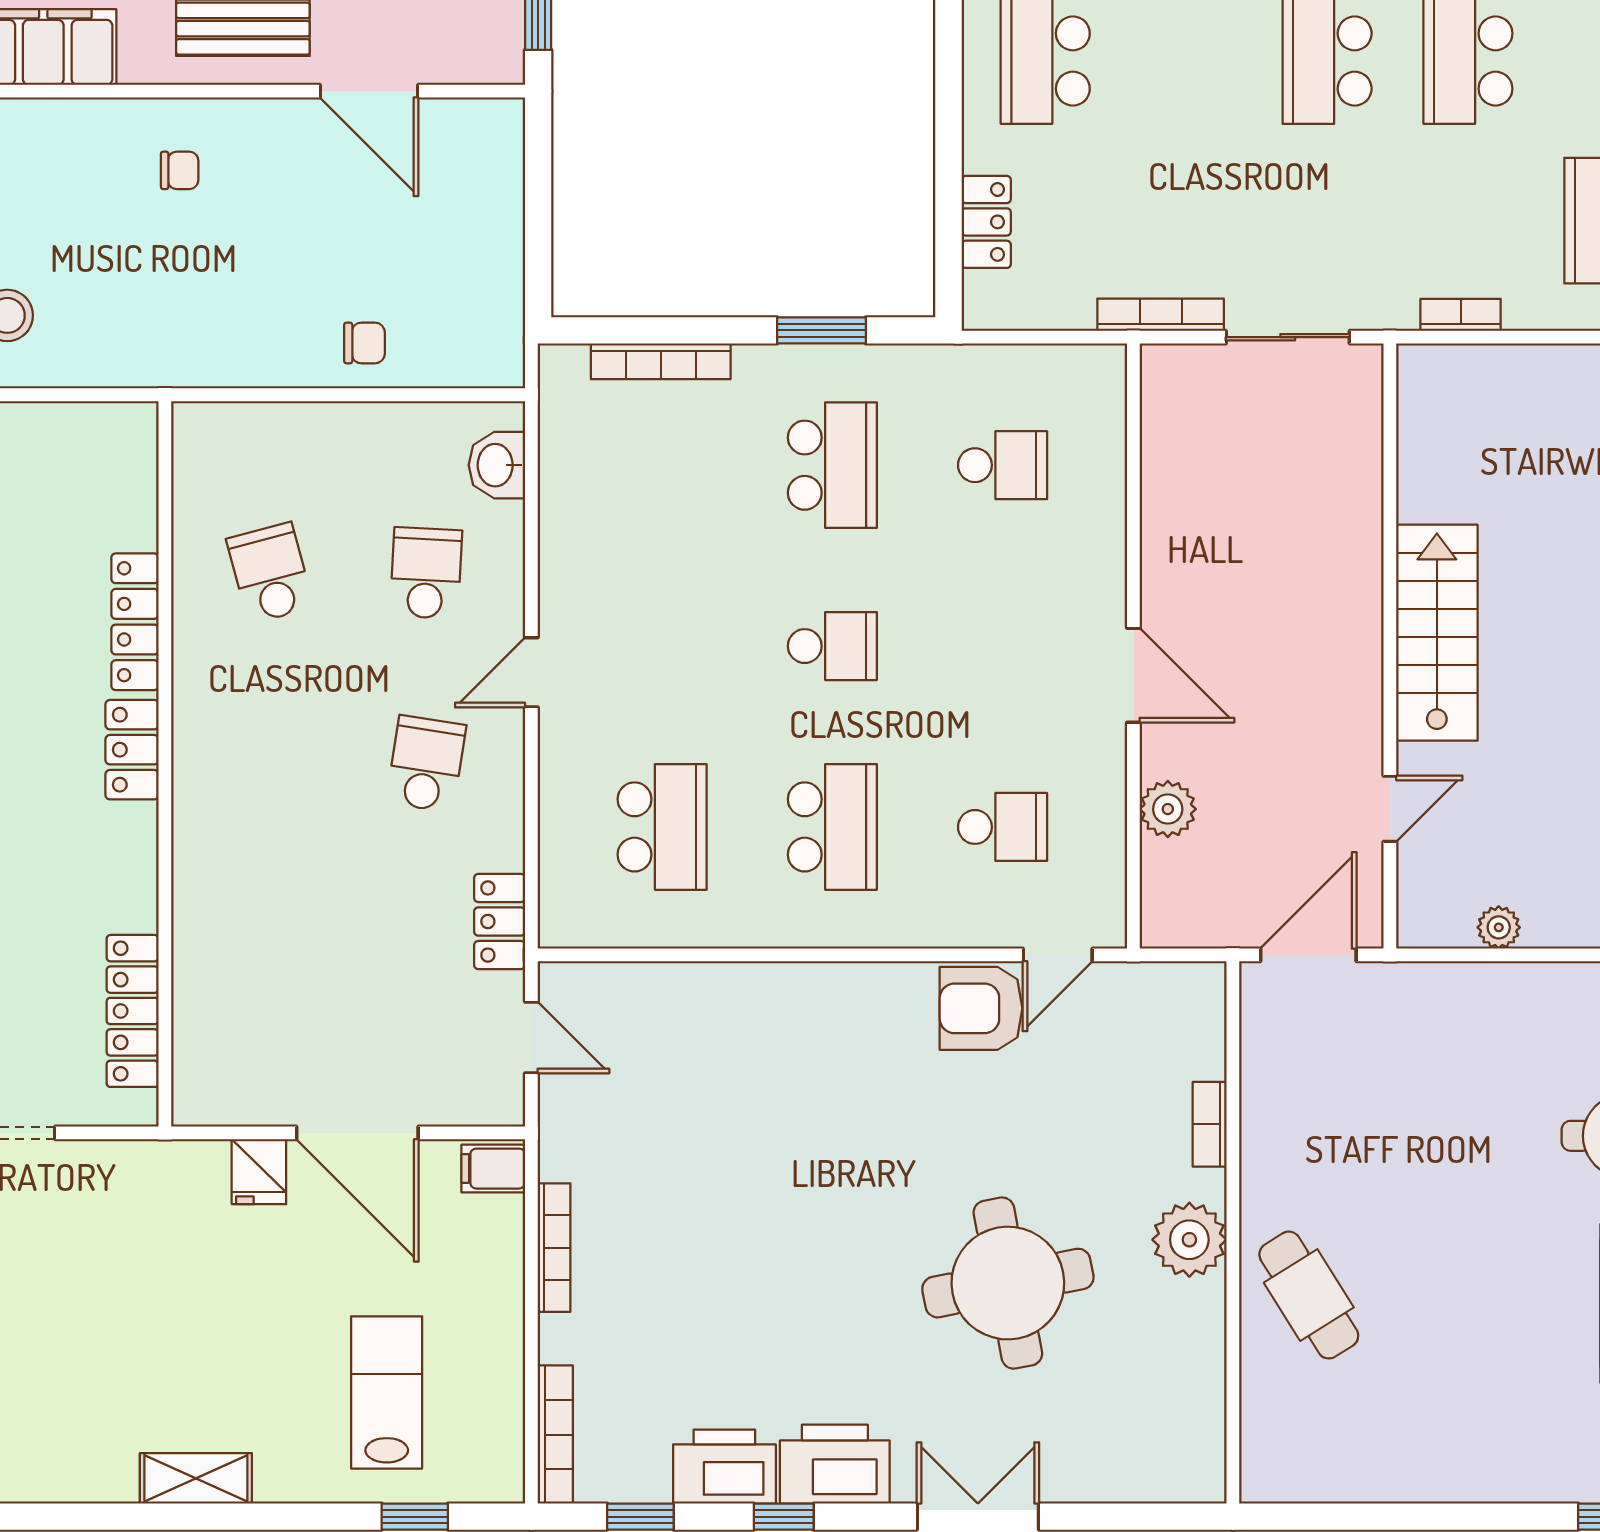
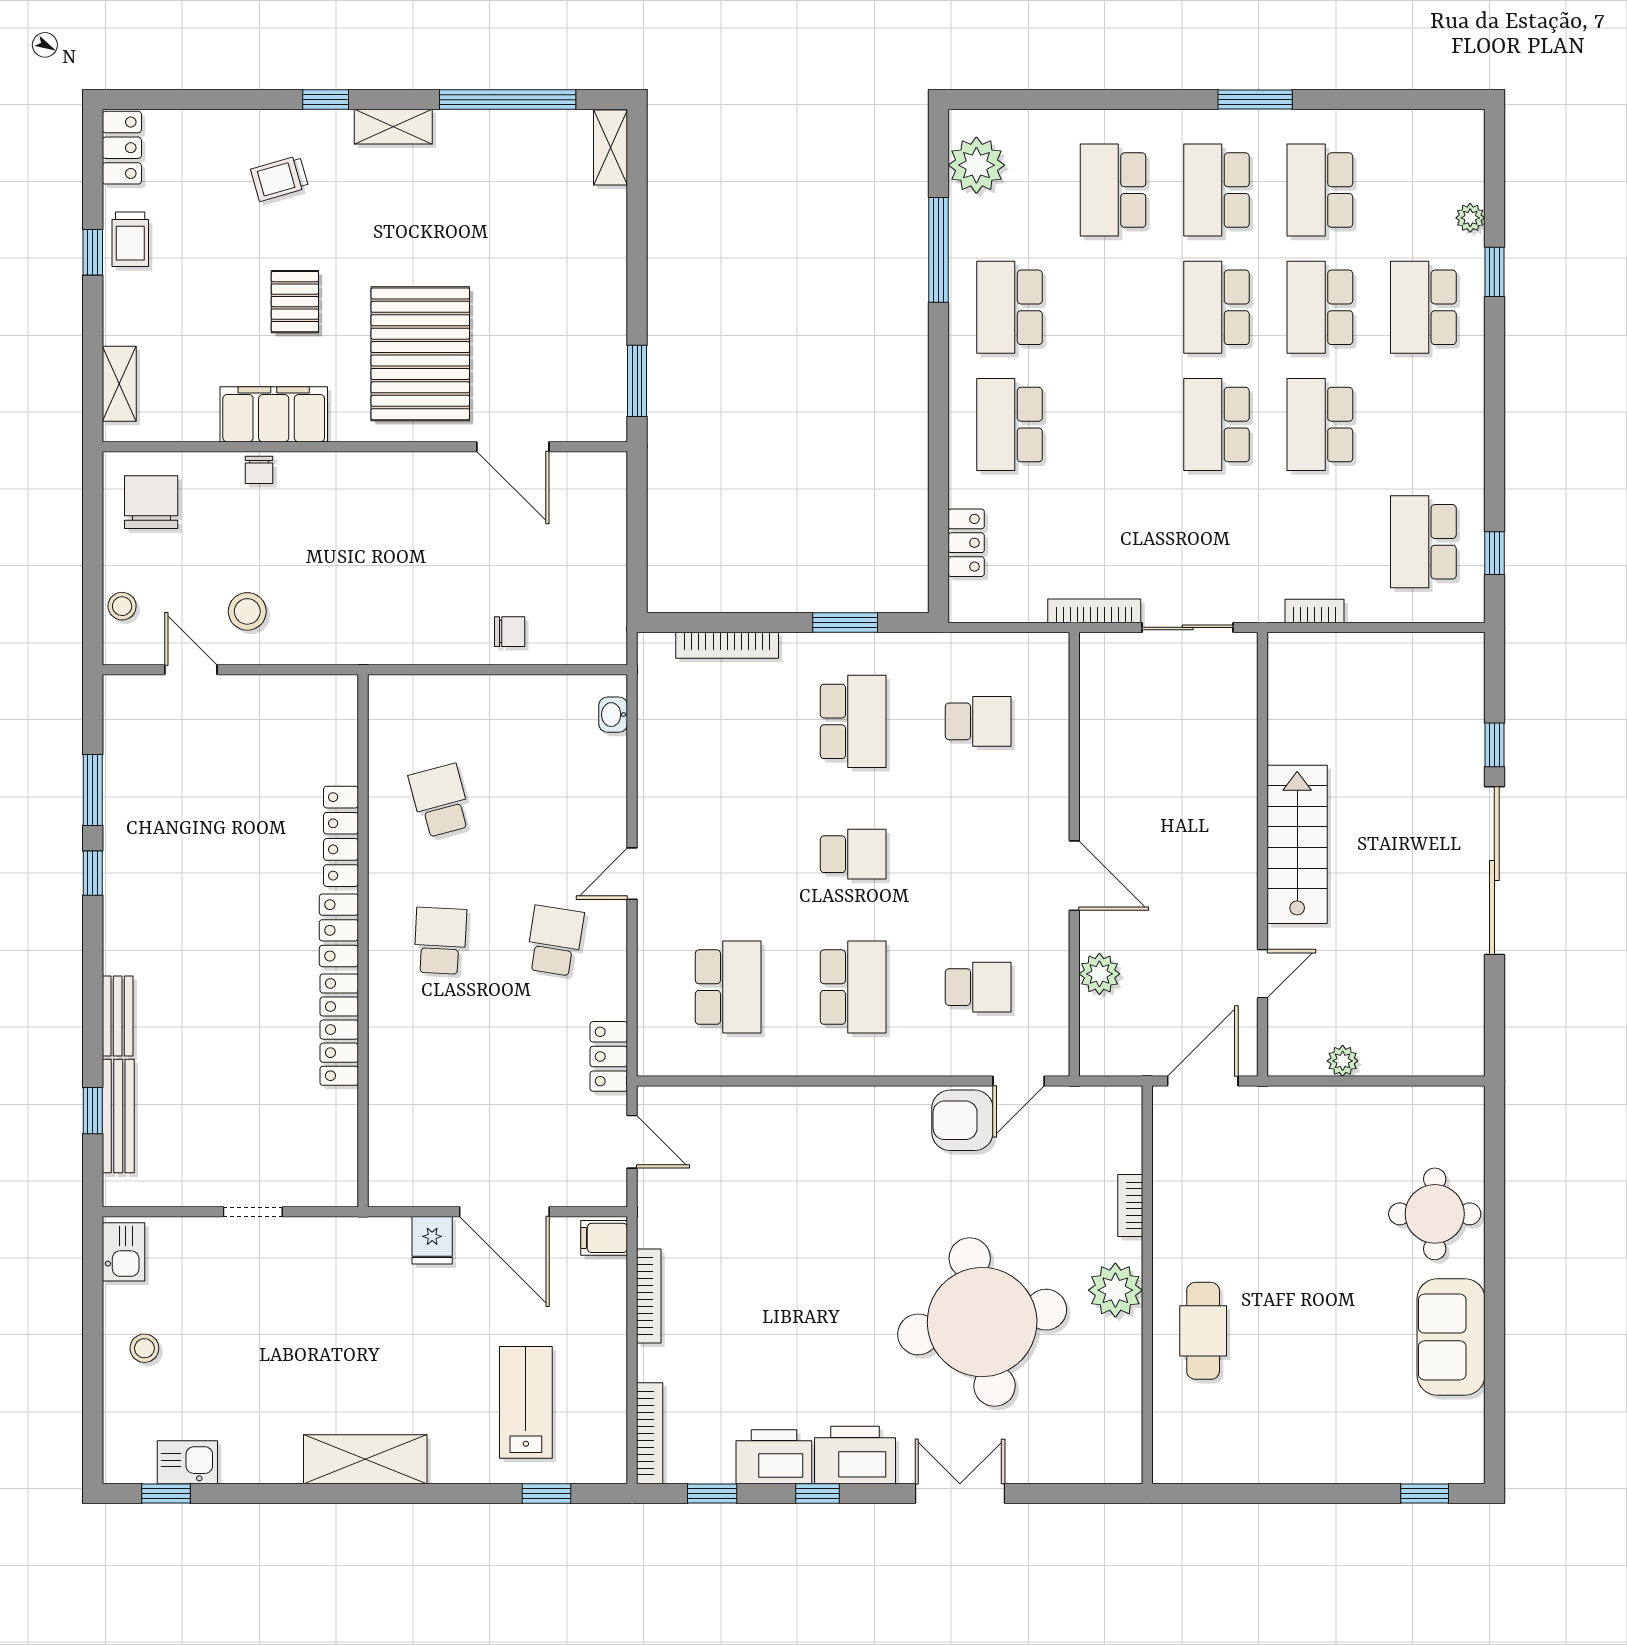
chair: (180, 170) -> (259, 470), moved, turned 90
washbasin: (497, 465) -> (613, 715), width x0.72, depth x0.69
school desk: (426, 573) -> (440, 941), moved
locker: (133, 1011) -> (339, 1030), moved
round table: (1008, 1283) -> (982, 1322), width x1.36, depth x1.36
cafe table: (1309, 1295) -> (1203, 1331), turned 32
shelving: (196, 1478) -> (365, 1459), width x1.50, depth x1.33

